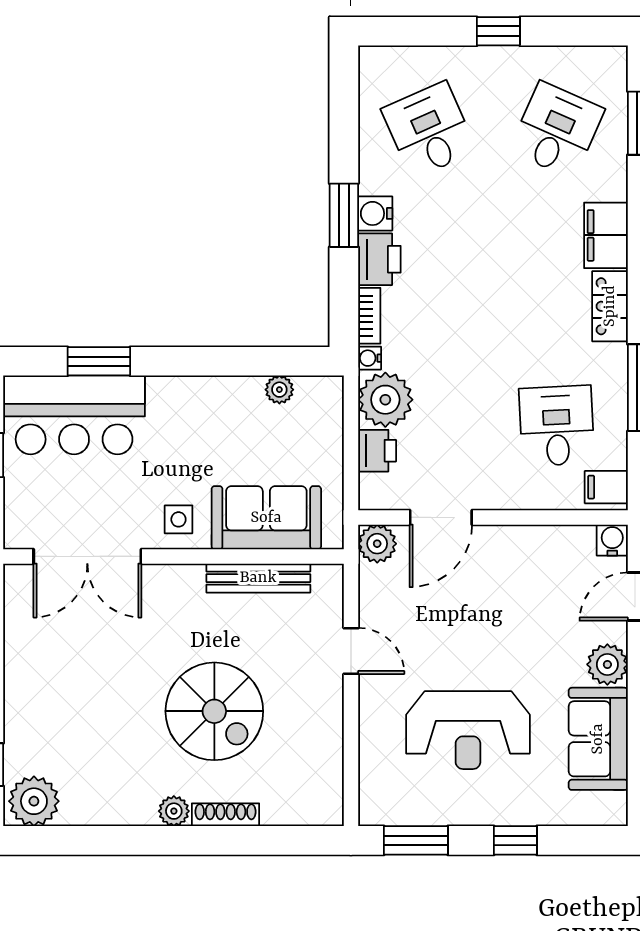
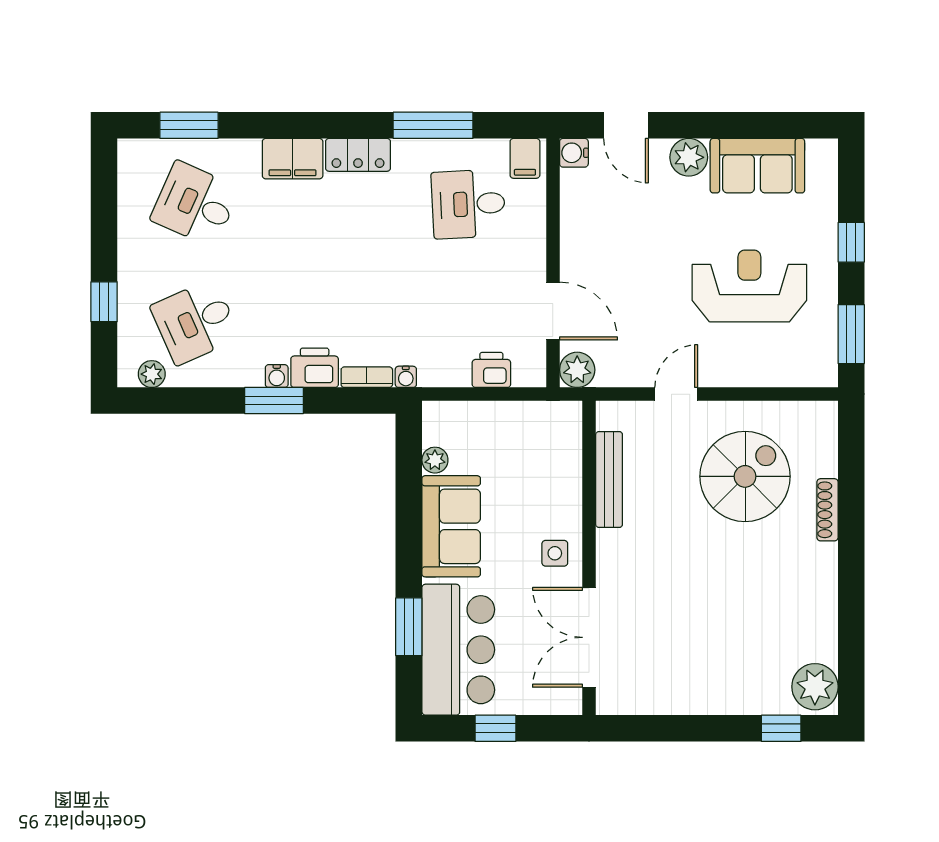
window: (498, 31) -> (104, 302), moved
water cooler: (375, 213) -> (277, 376), width x0.72, depth x0.72
plant: (385, 400) -> (152, 374), moved, width x0.53, depth x0.53
sofa: (266, 518) -> (451, 526), moved, turned 180
double door: (87, 556) -> (589, 637), swing flipped
spiral stairs: (214, 711) -> (745, 476), moved
reception desk: (468, 730) -> (749, 286), turned -90
plant: (174, 811) -> (824, 558), removed

